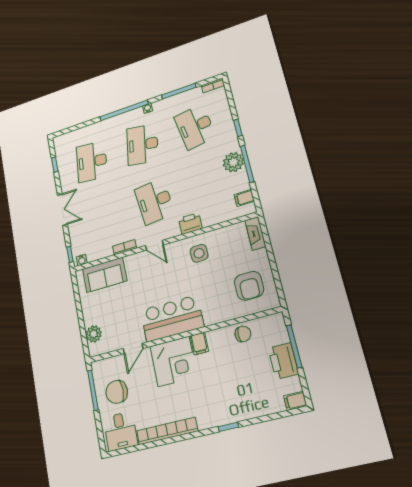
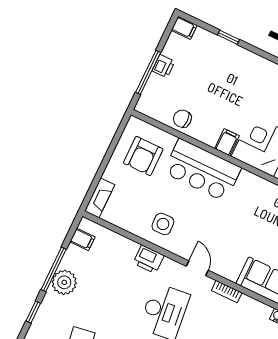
armchair: (249, 286) -> (143, 156), turned 180
bar counter: (172, 319) -> (202, 170), moved
printer: (283, 361) -> (163, 66), width x0.53, depth x0.68
window: (228, 427) -> (228, 37), moved

